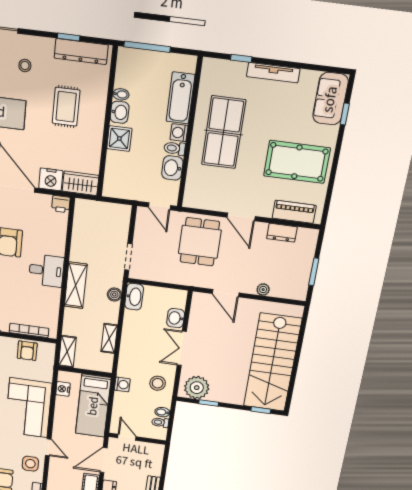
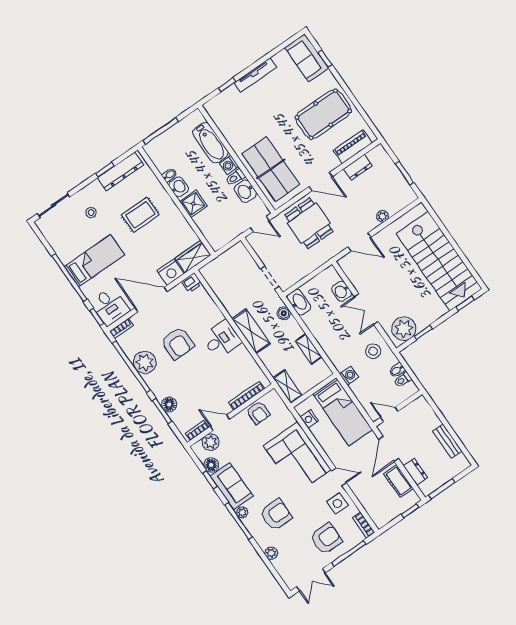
rug: (66, 107) -> (140, 215), turned 90
table tennis table: (224, 132) -> (271, 169), moved

